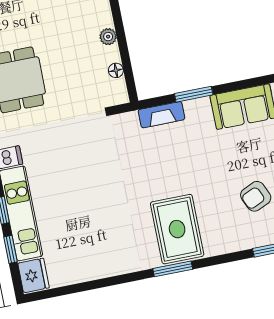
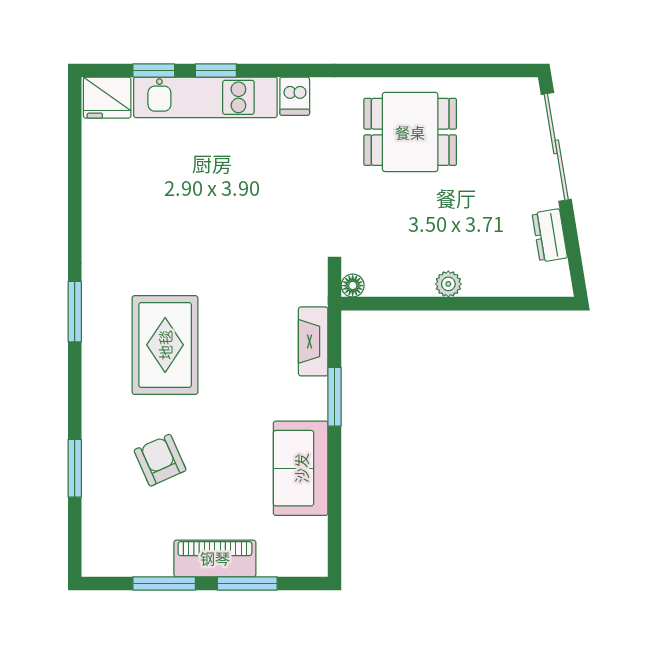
floor lamp: (116, 70) -> (353, 286), moved
rug: (177, 229) -> (165, 345), moved, turned 90

